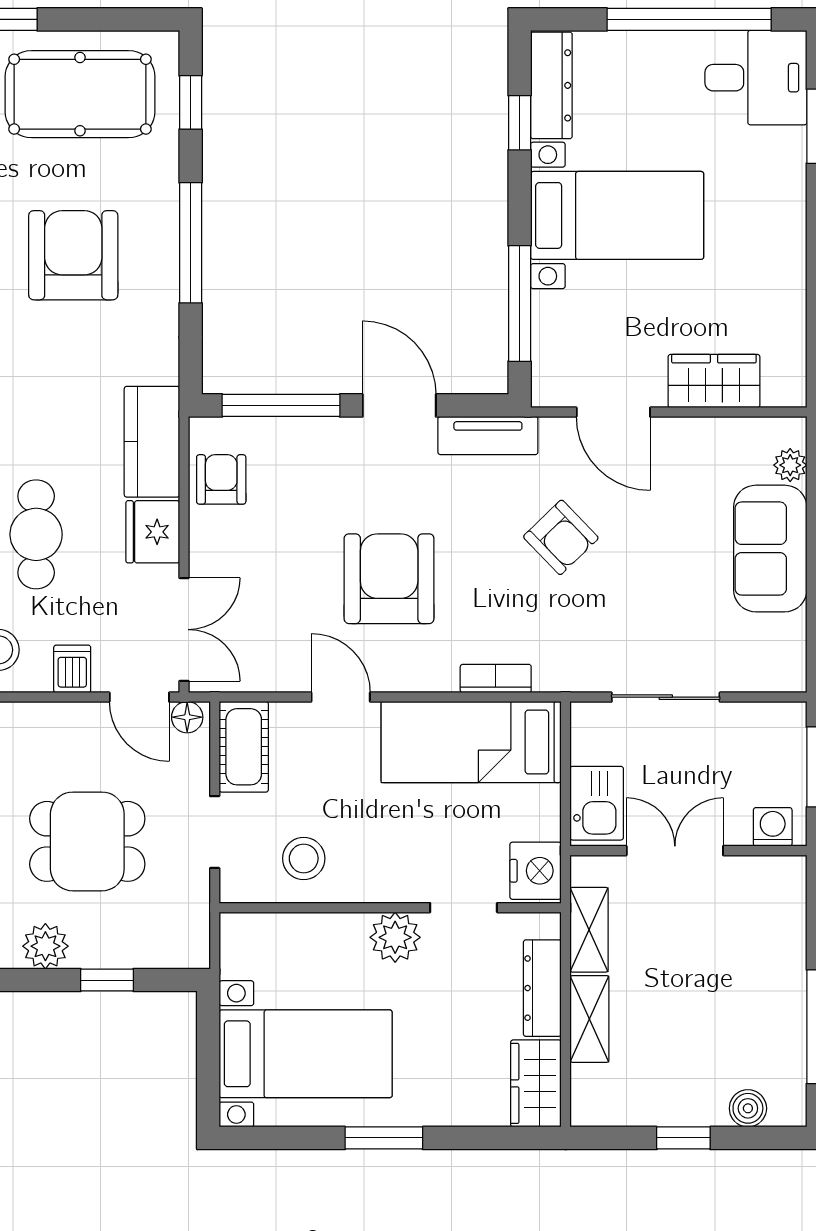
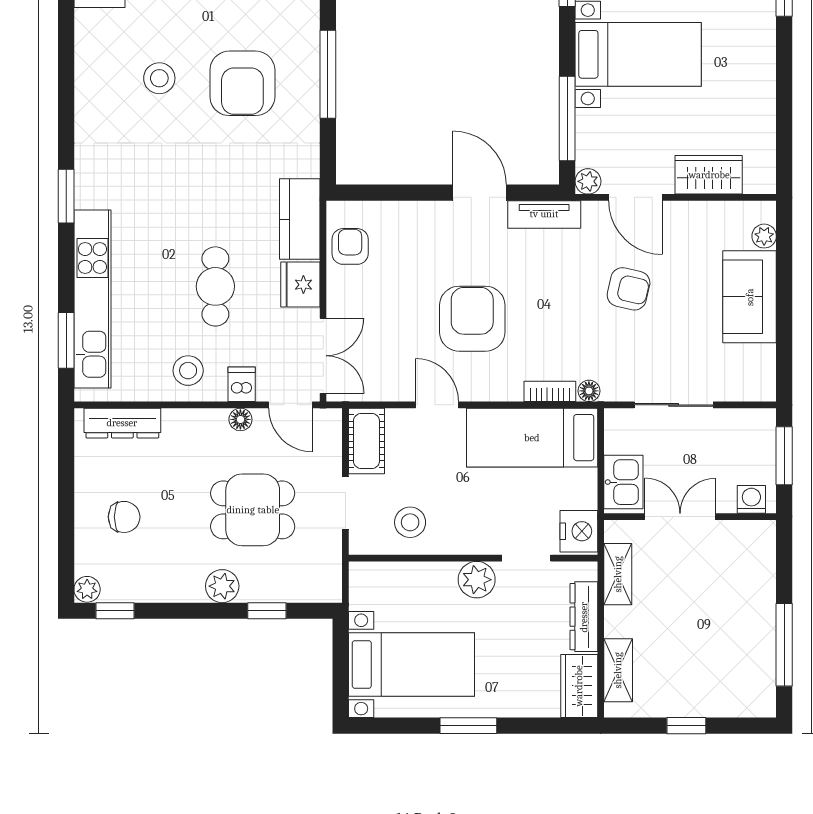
armchair: (73, 255) -> (242, 83), turned 180
plant: (548, 390) -> (588, 181), added
window: (281, 405) -> (394, 193), removed
armchair: (561, 537) -> (629, 289), moved, turned -33
floor lamp: (550, 678) -> (589, 391), added
floor lamp: (187, 717) -> (240, 419), moved
shelving: (589, 1019) -> (618, 670), moved
boiler: (748, 1108) -> (733, 704), removed

